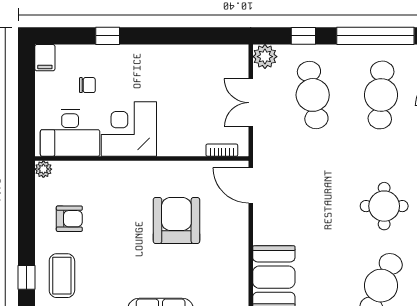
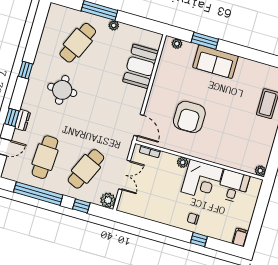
chair: (87, 85) -> (193, 219), moved
cafe table: (313, 95) -> (86, 169), turned 33
desk: (70, 133) -> (233, 186), width x0.73
plant: (167, 148) -> (183, 162), added
armchair: (69, 219) -> (253, 137), removed

